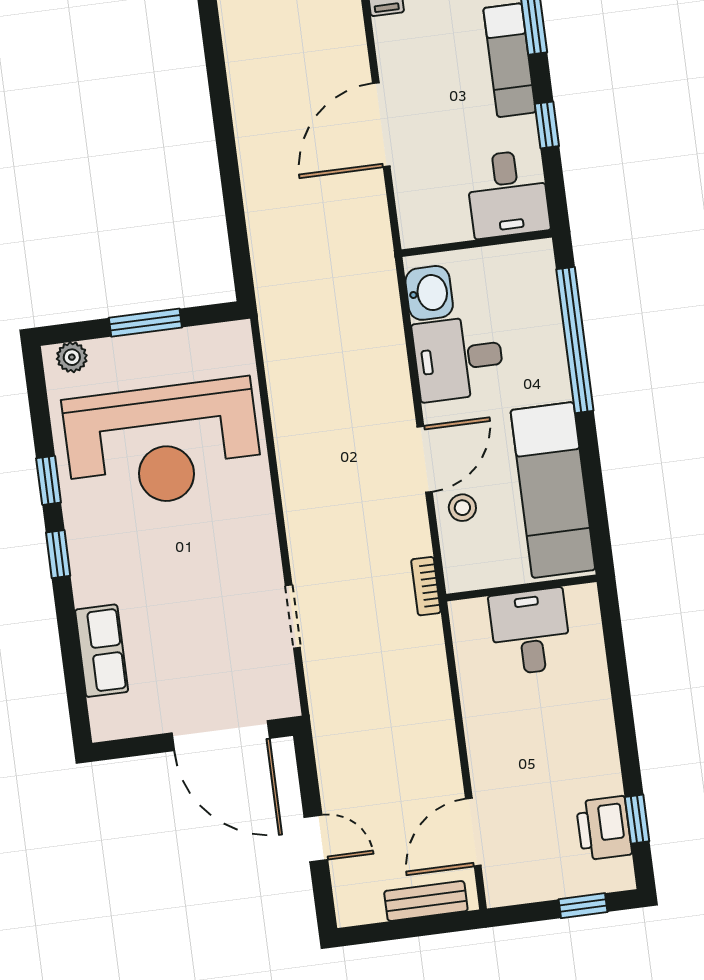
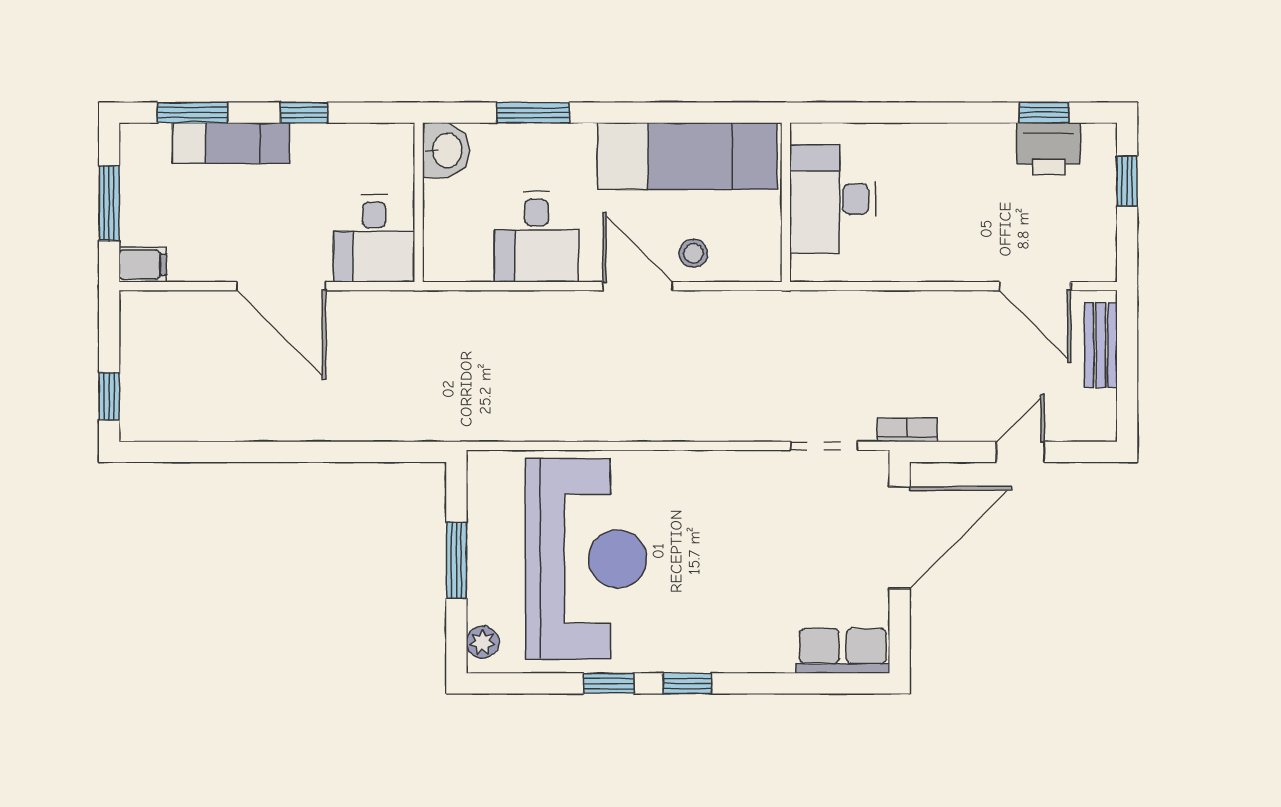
desk: (508, 194) -> (374, 238), moved, turned 90
washbasin: (429, 293) -> (446, 150), moved, turned 90
window: (575, 340) -> (533, 113), width x0.47
bookcase: (426, 586) -> (907, 430), moved, turned 180
doorway: (293, 617) -> (824, 446), moved
desk: (530, 632) -> (833, 199), width x1.37
row of seats: (102, 651) -> (843, 651), moved

